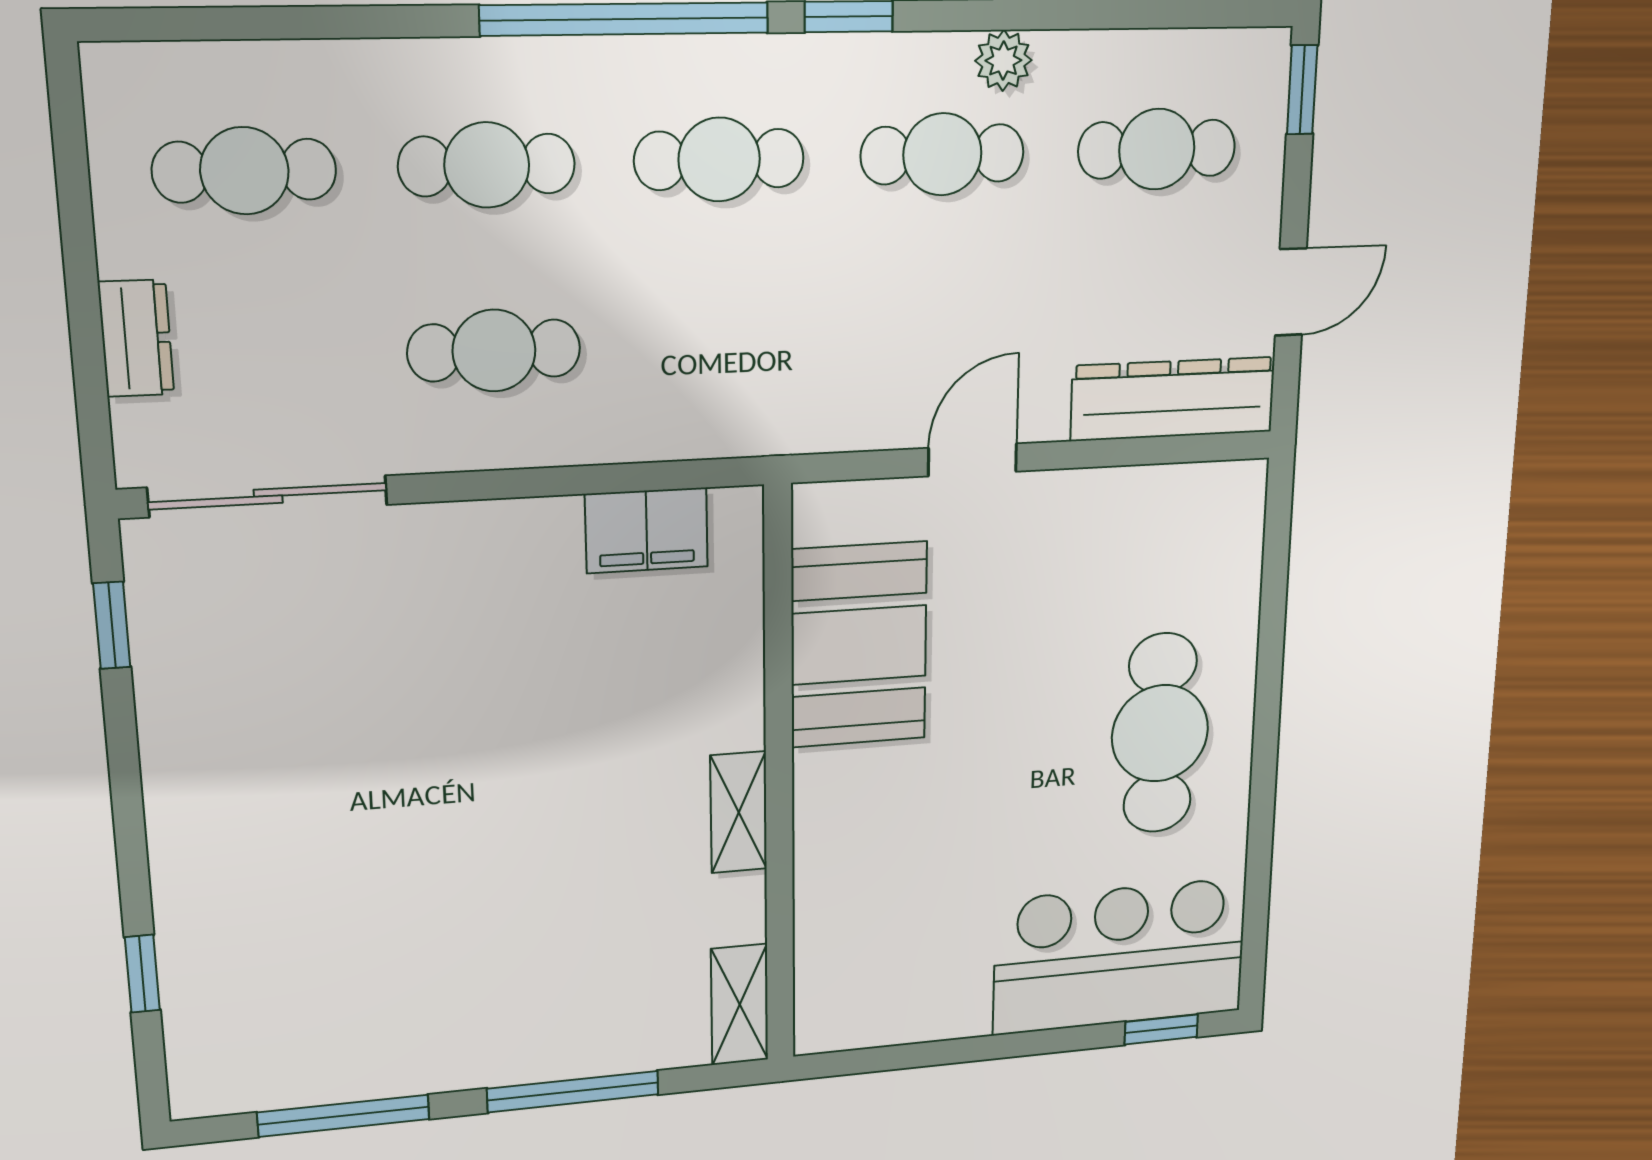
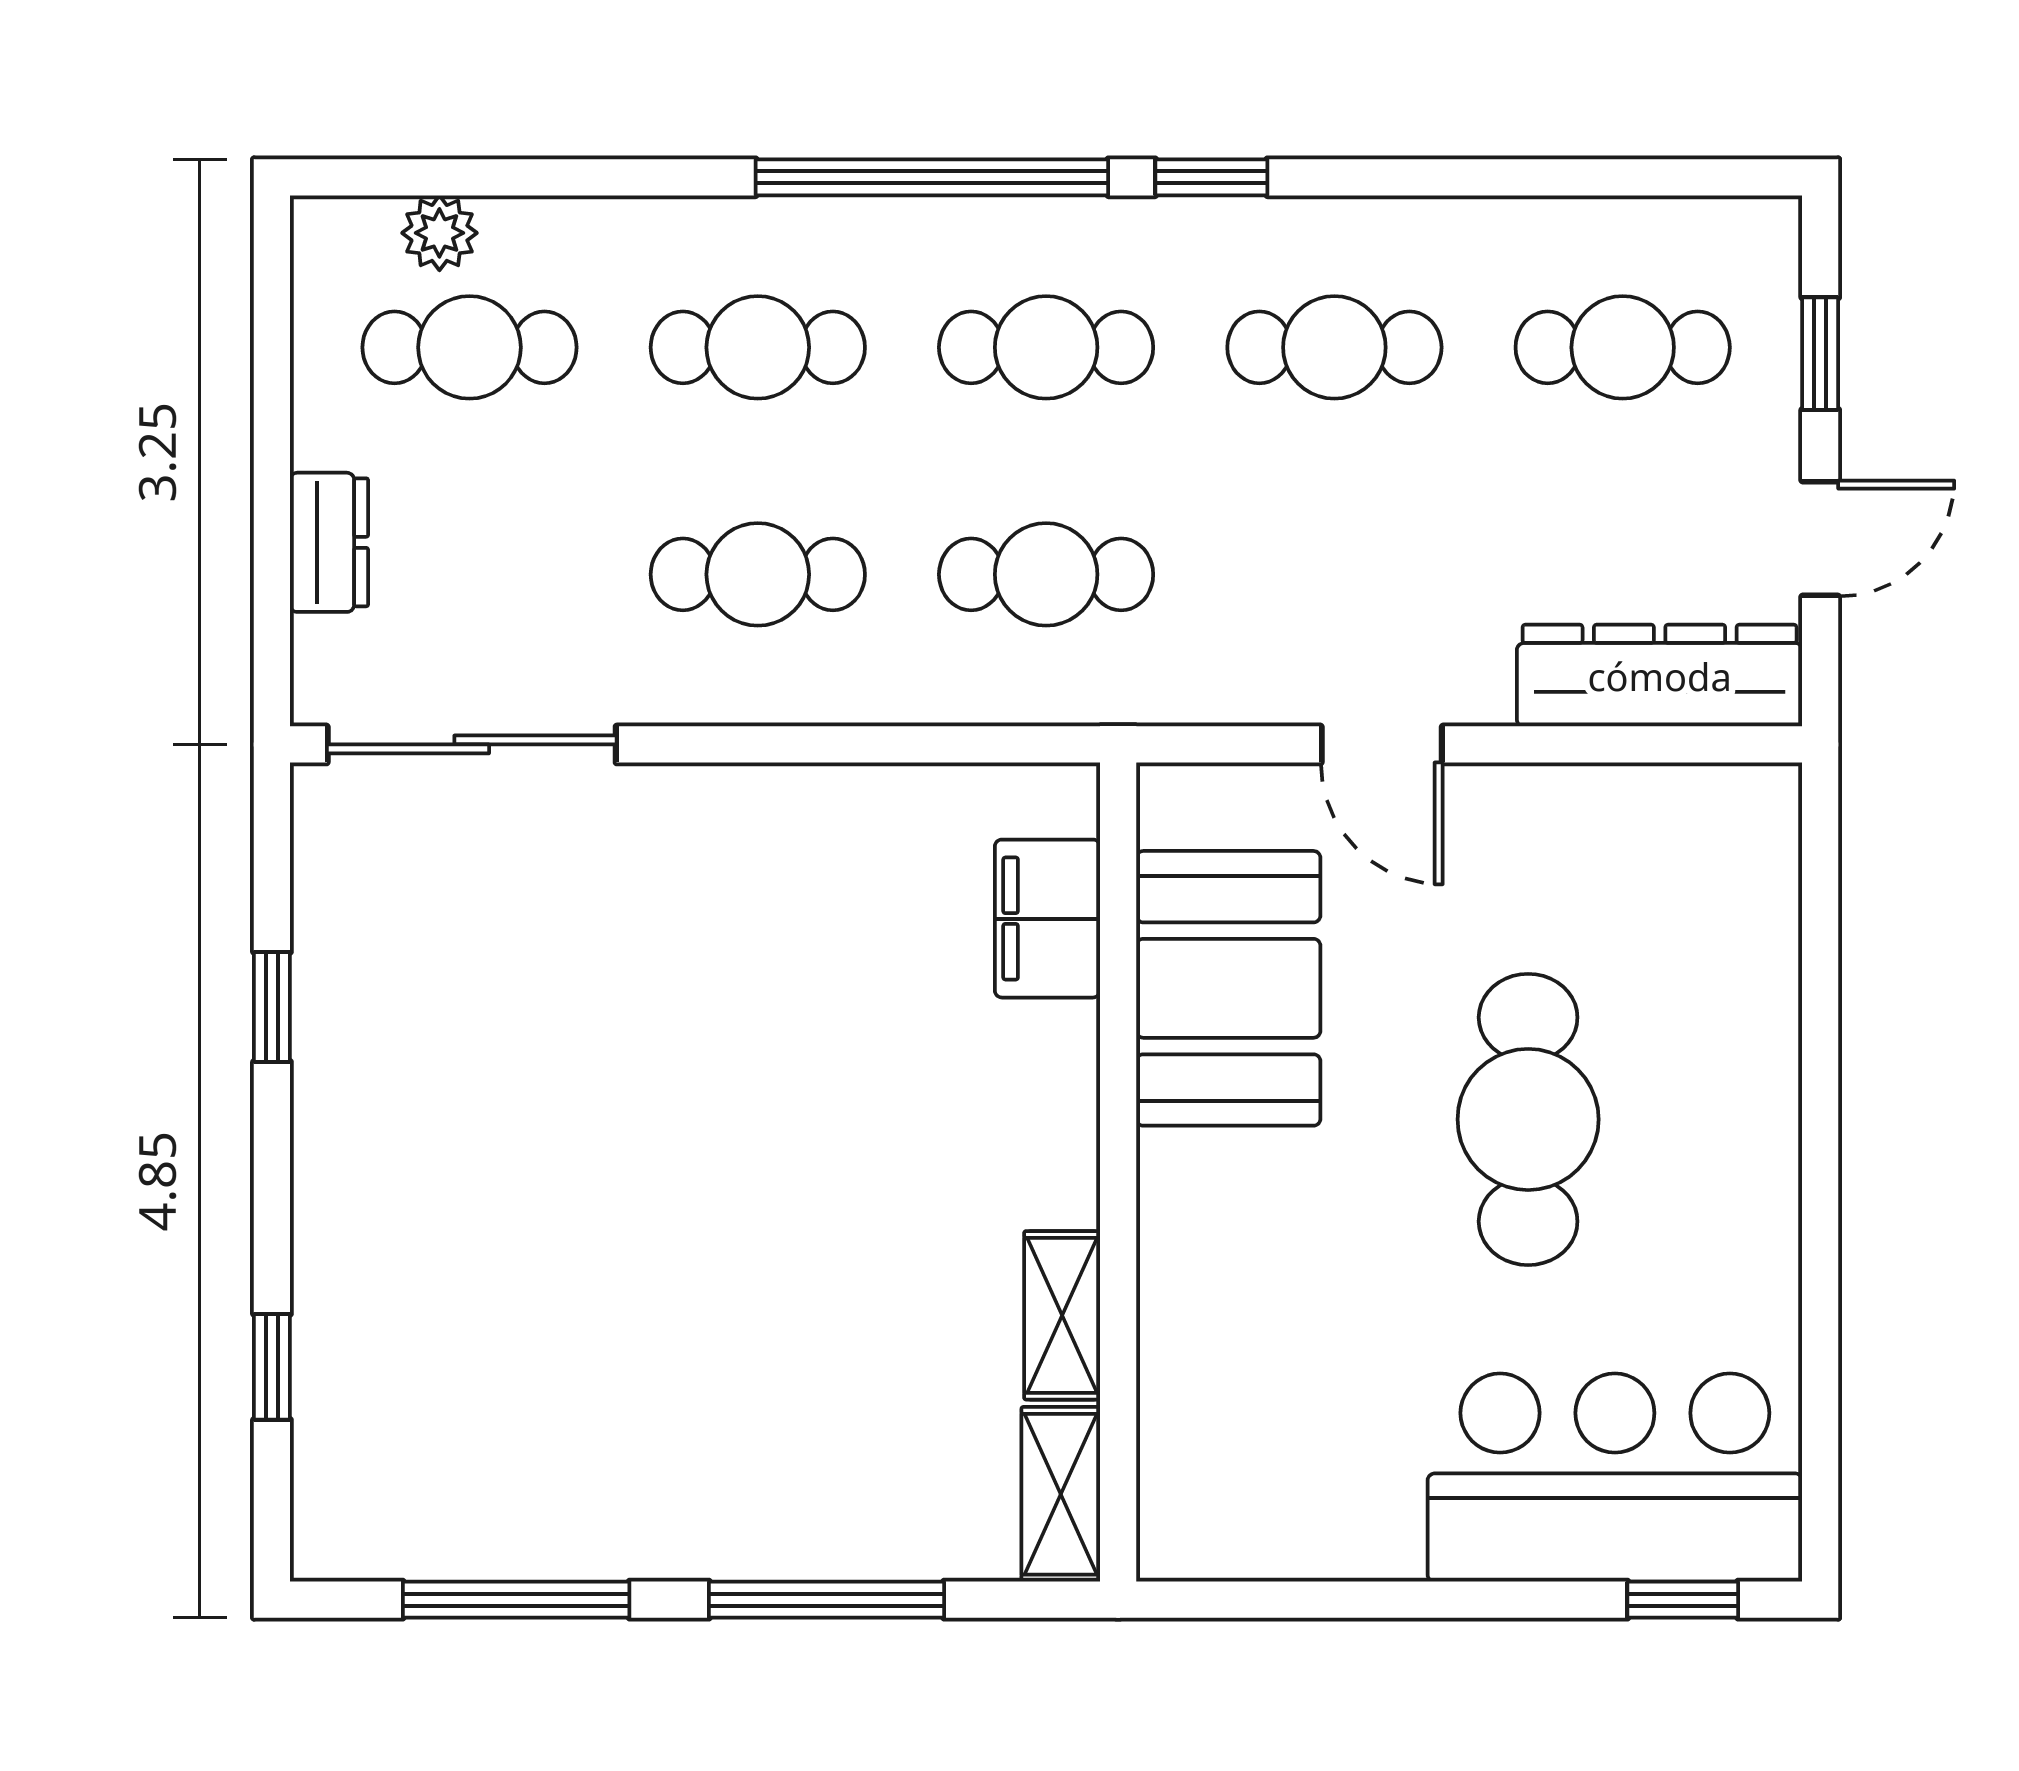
plant: (1003, 60) -> (439, 233), moved
window: (1302, 90) -> (1820, 354), moved
cafe table: (721, 341) -> (1046, 574), added
door: (973, 460) -> (1382, 744), swing flipped
filing cabinet: (647, 530) -> (1047, 919), moved, turned 90
window: (112, 625) -> (272, 1007), moved
cafe table: (1160, 733) -> (1528, 1119), moved
shelving: (739, 812) -> (1062, 1315), moved

